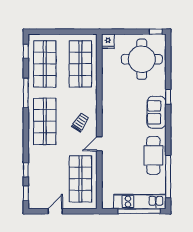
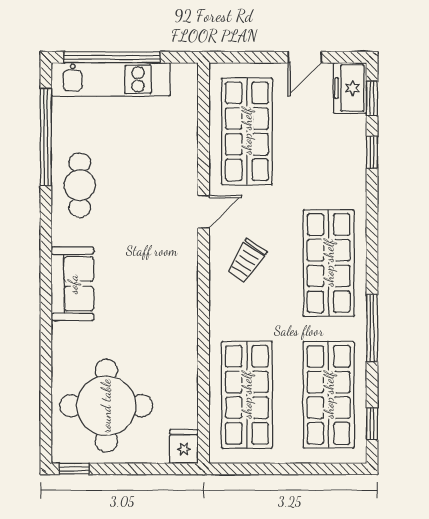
window: (168, 97) -> (46, 320), removed
cafe table: (153, 155) -> (80, 185), width x0.73, depth x0.74
freezer: (35, 198) -> (350, 88), added

